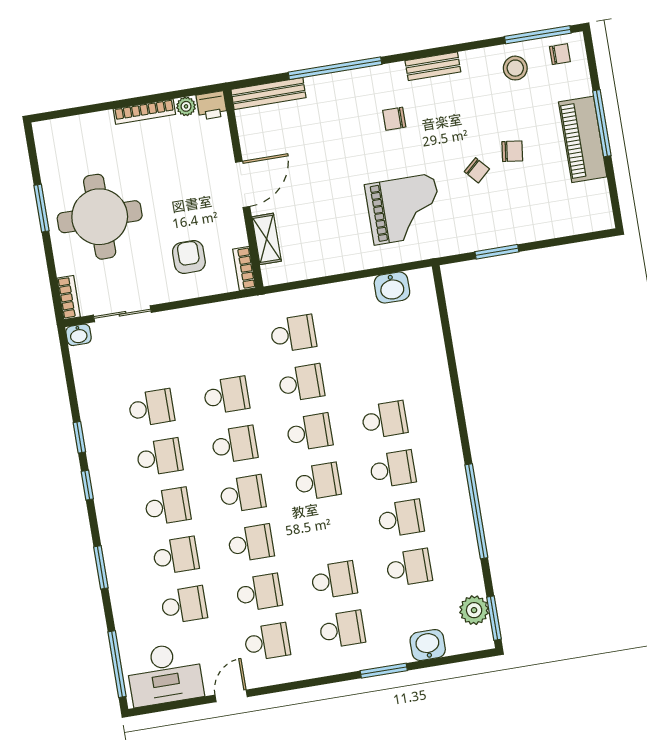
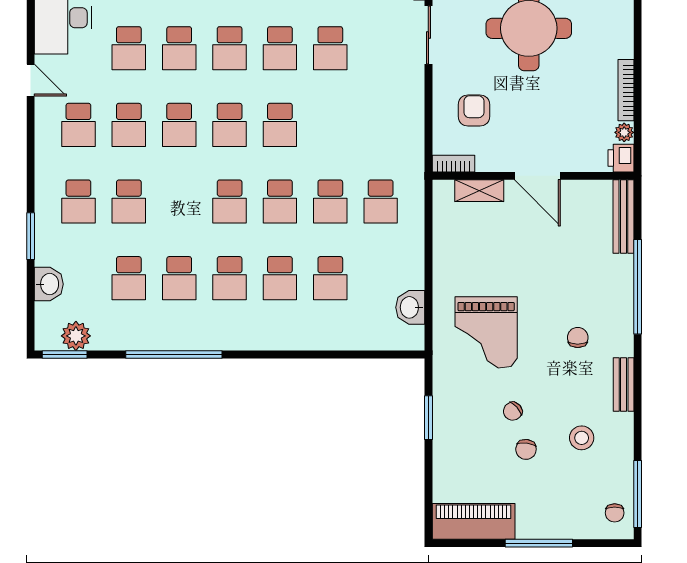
stool: (515, 68) -> (582, 438), moved
piano: (583, 139) -> (474, 521), moved
armchair: (189, 257) -> (474, 110), turned -90
school desk: (226, 395) -> (330, 278), moved

